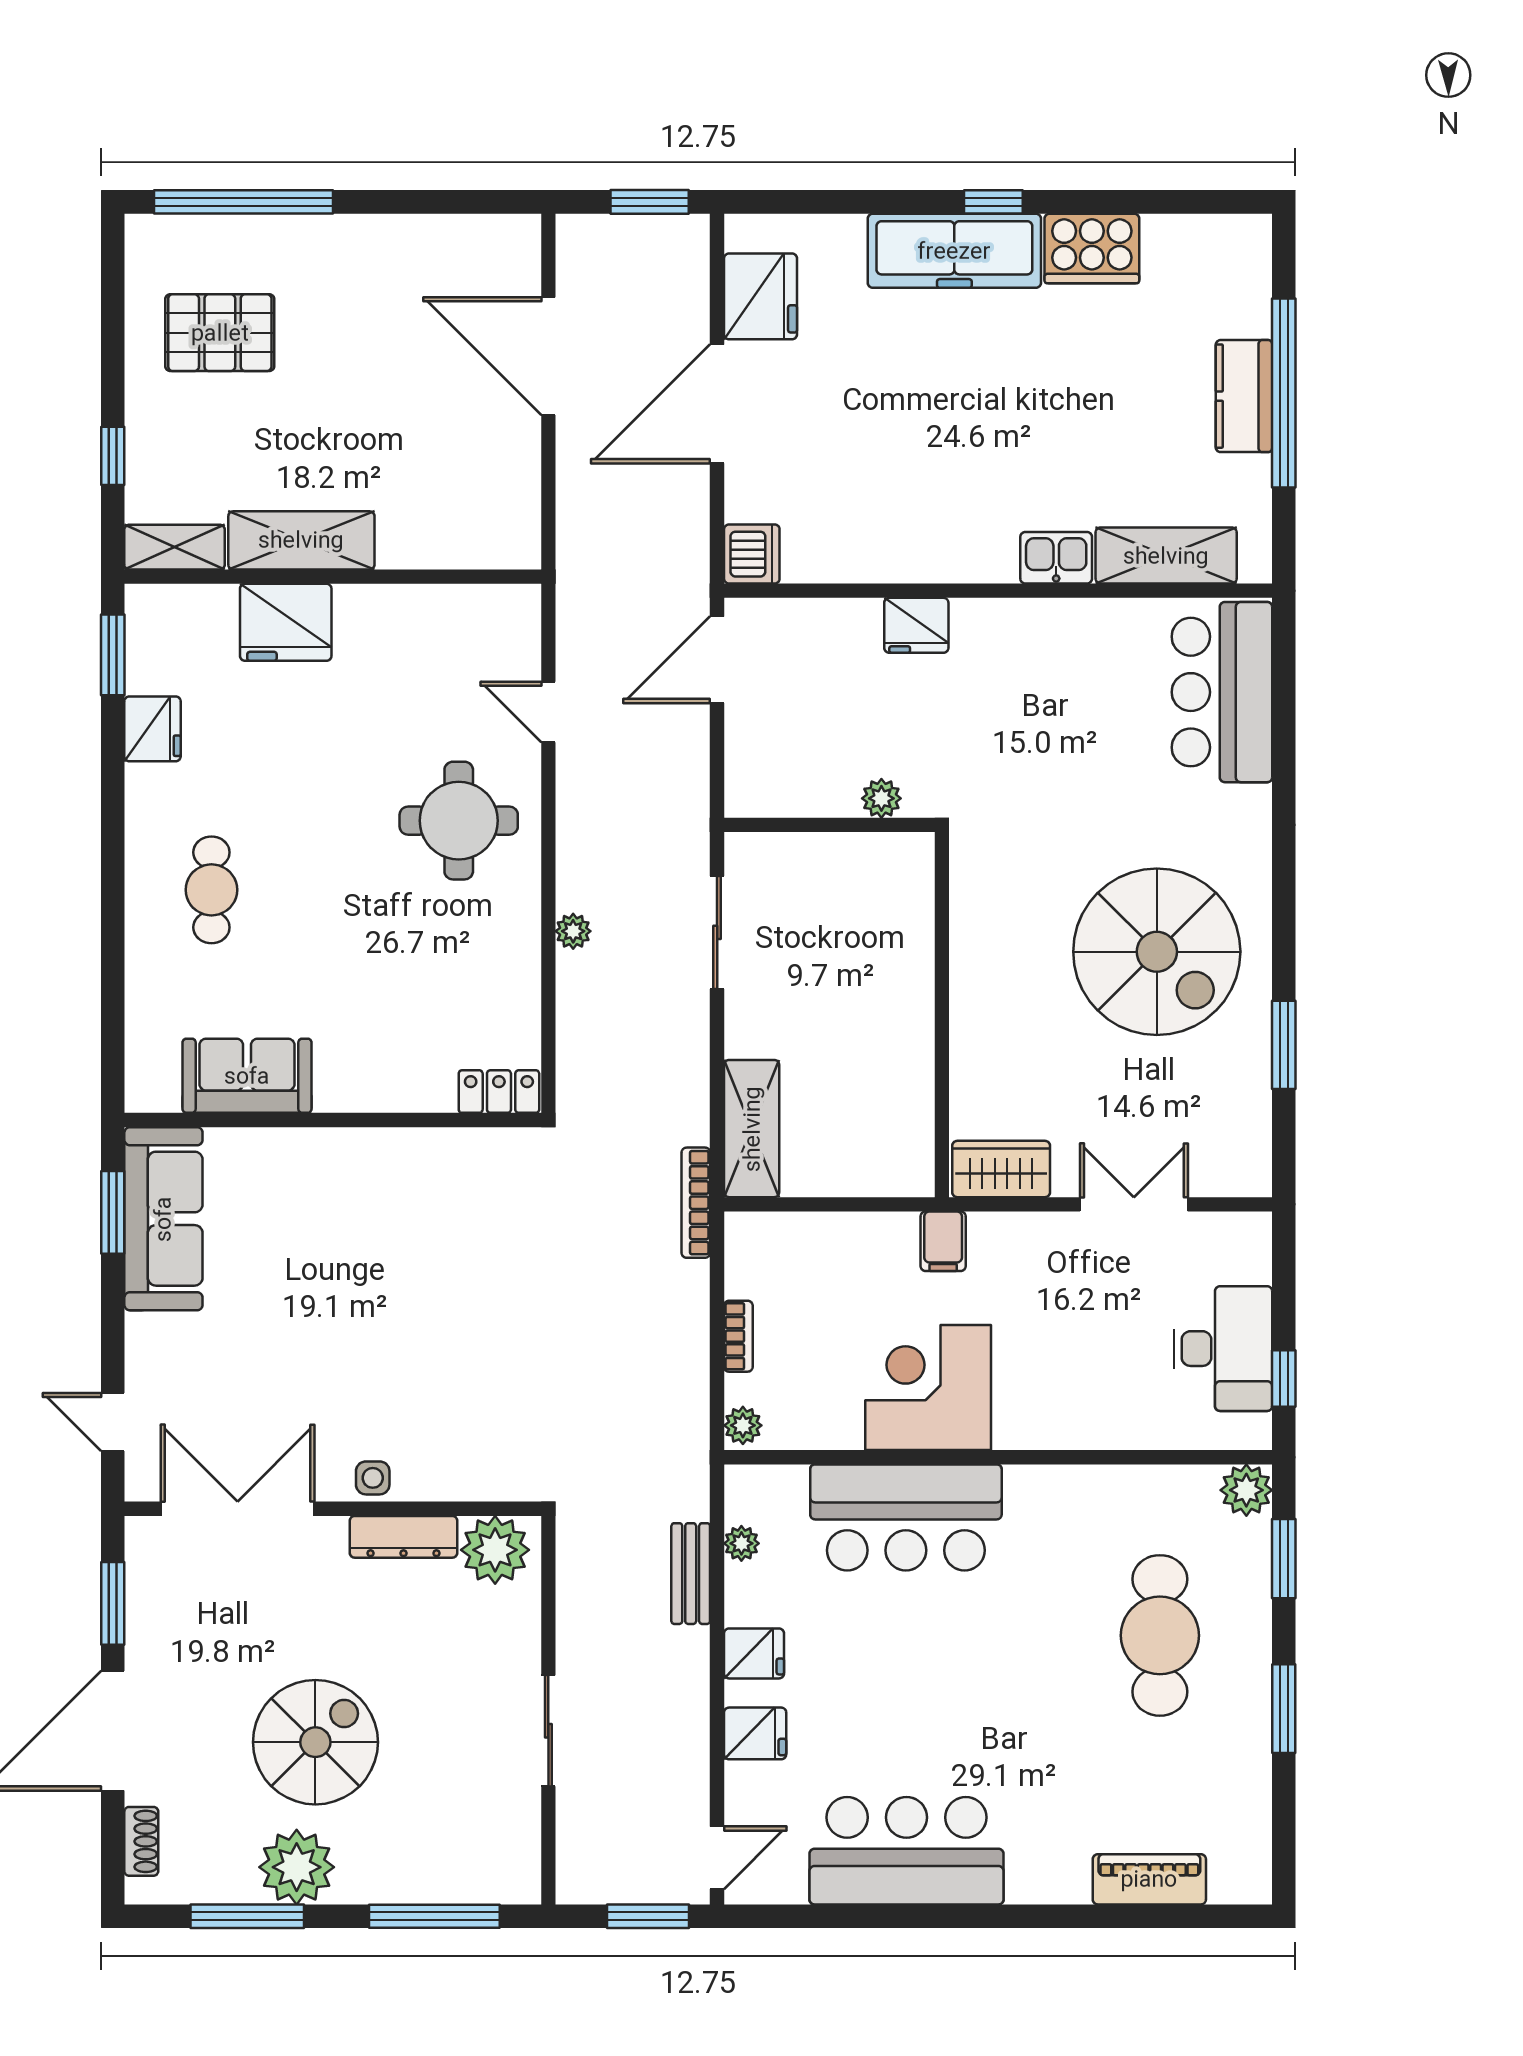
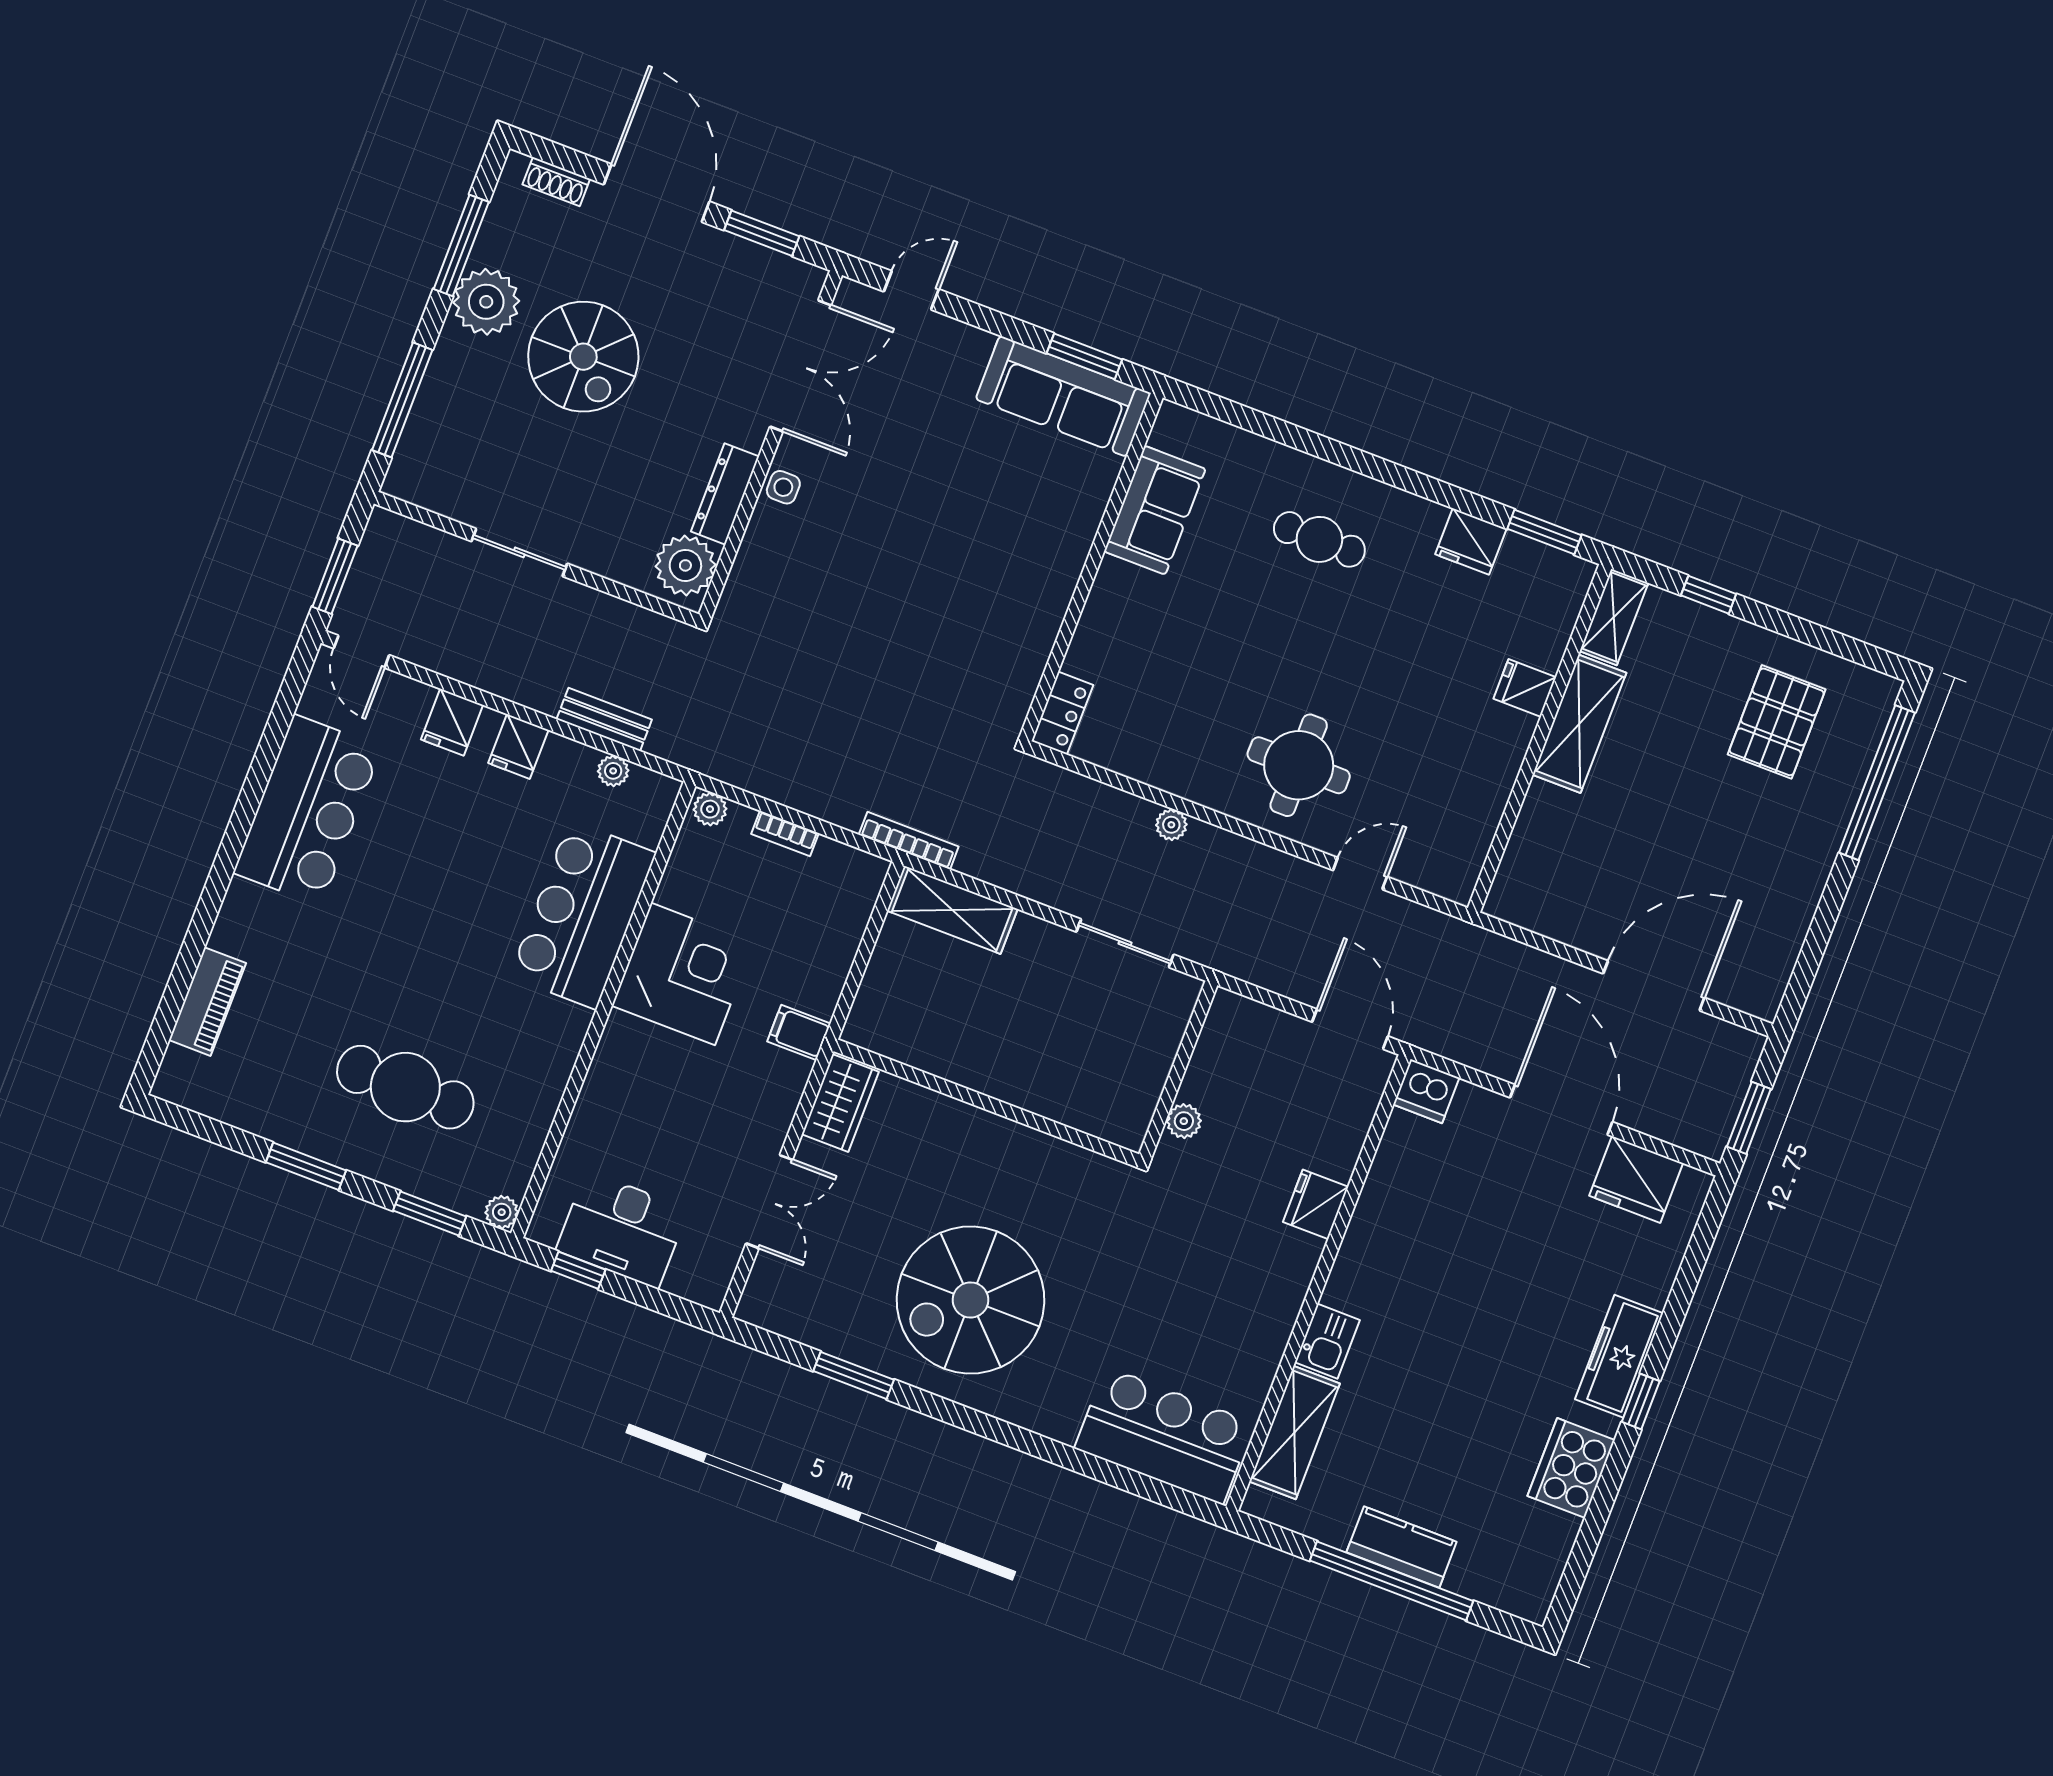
freezer: (954, 251) -> (1619, 1356), width x0.73, depth x0.79
fridge: (286, 622) -> (1525, 688), width x0.53, depth x0.75
plant: (1246, 1490) -> (502, 1212), width x0.73, depth x0.73

